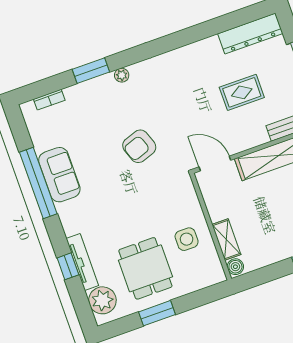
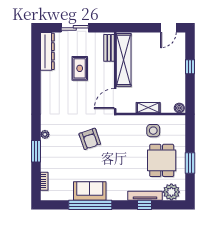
shelving: (226, 239) -> (148, 108), moved
dining table: (145, 268) -> (162, 160), turned 90

